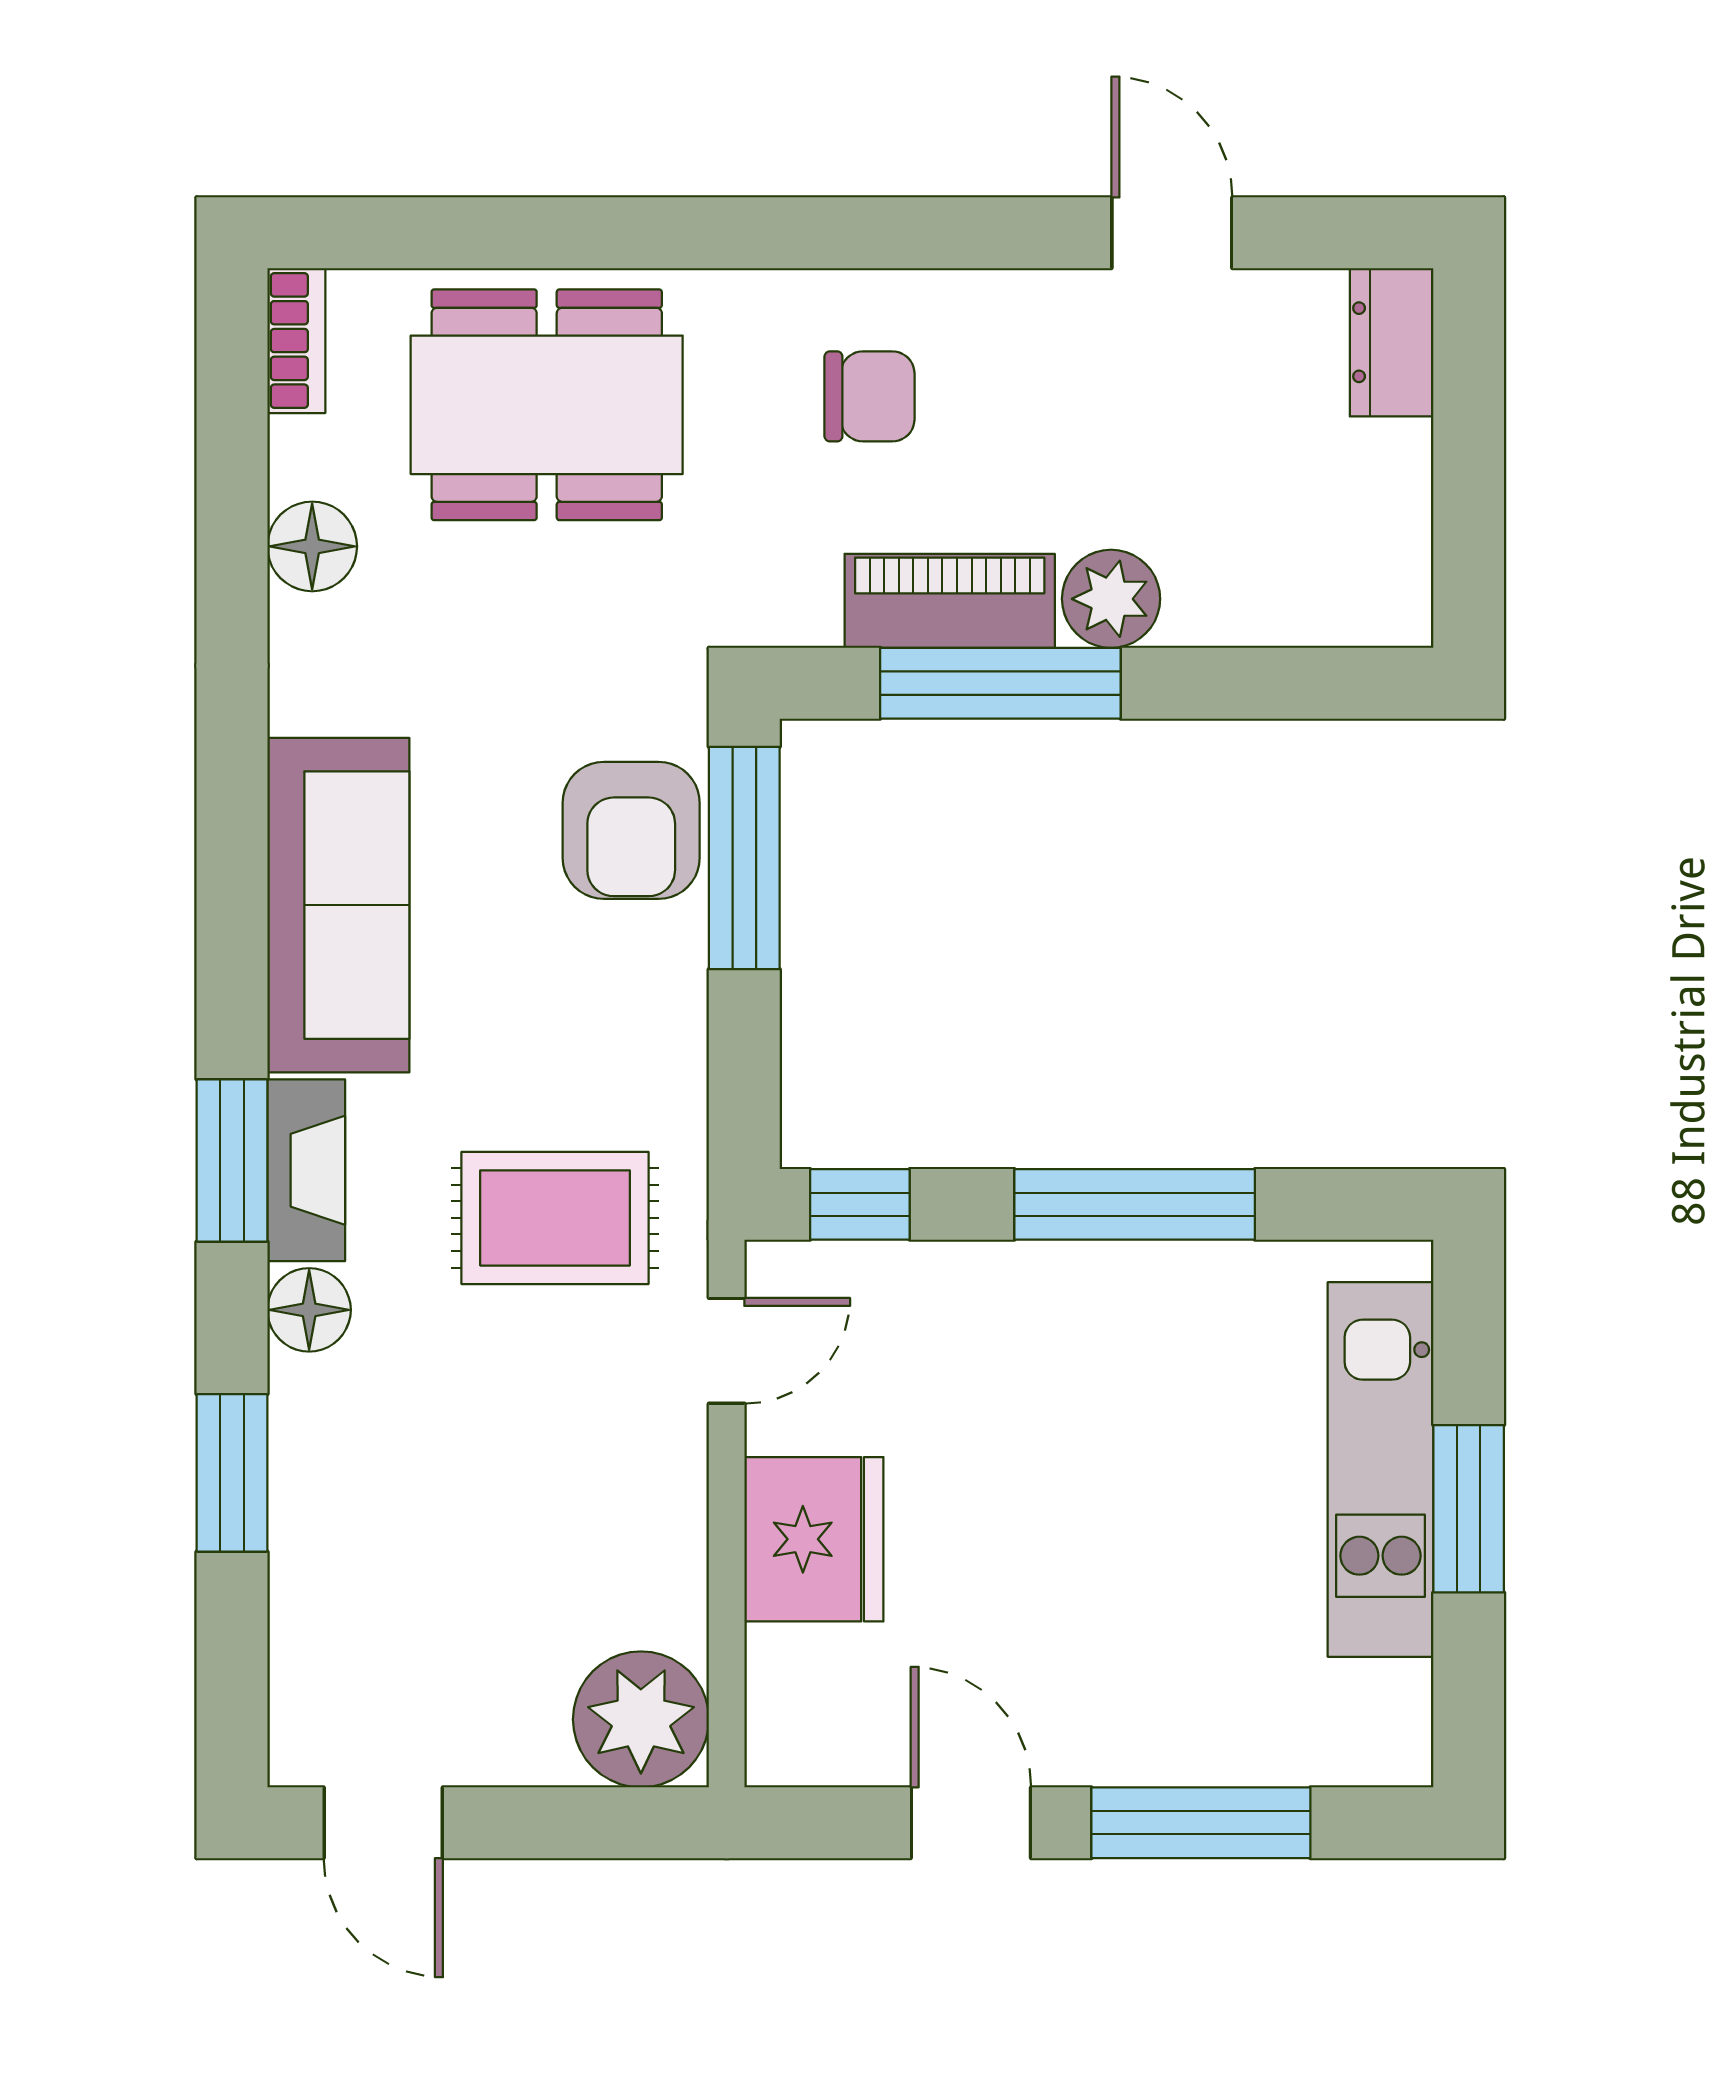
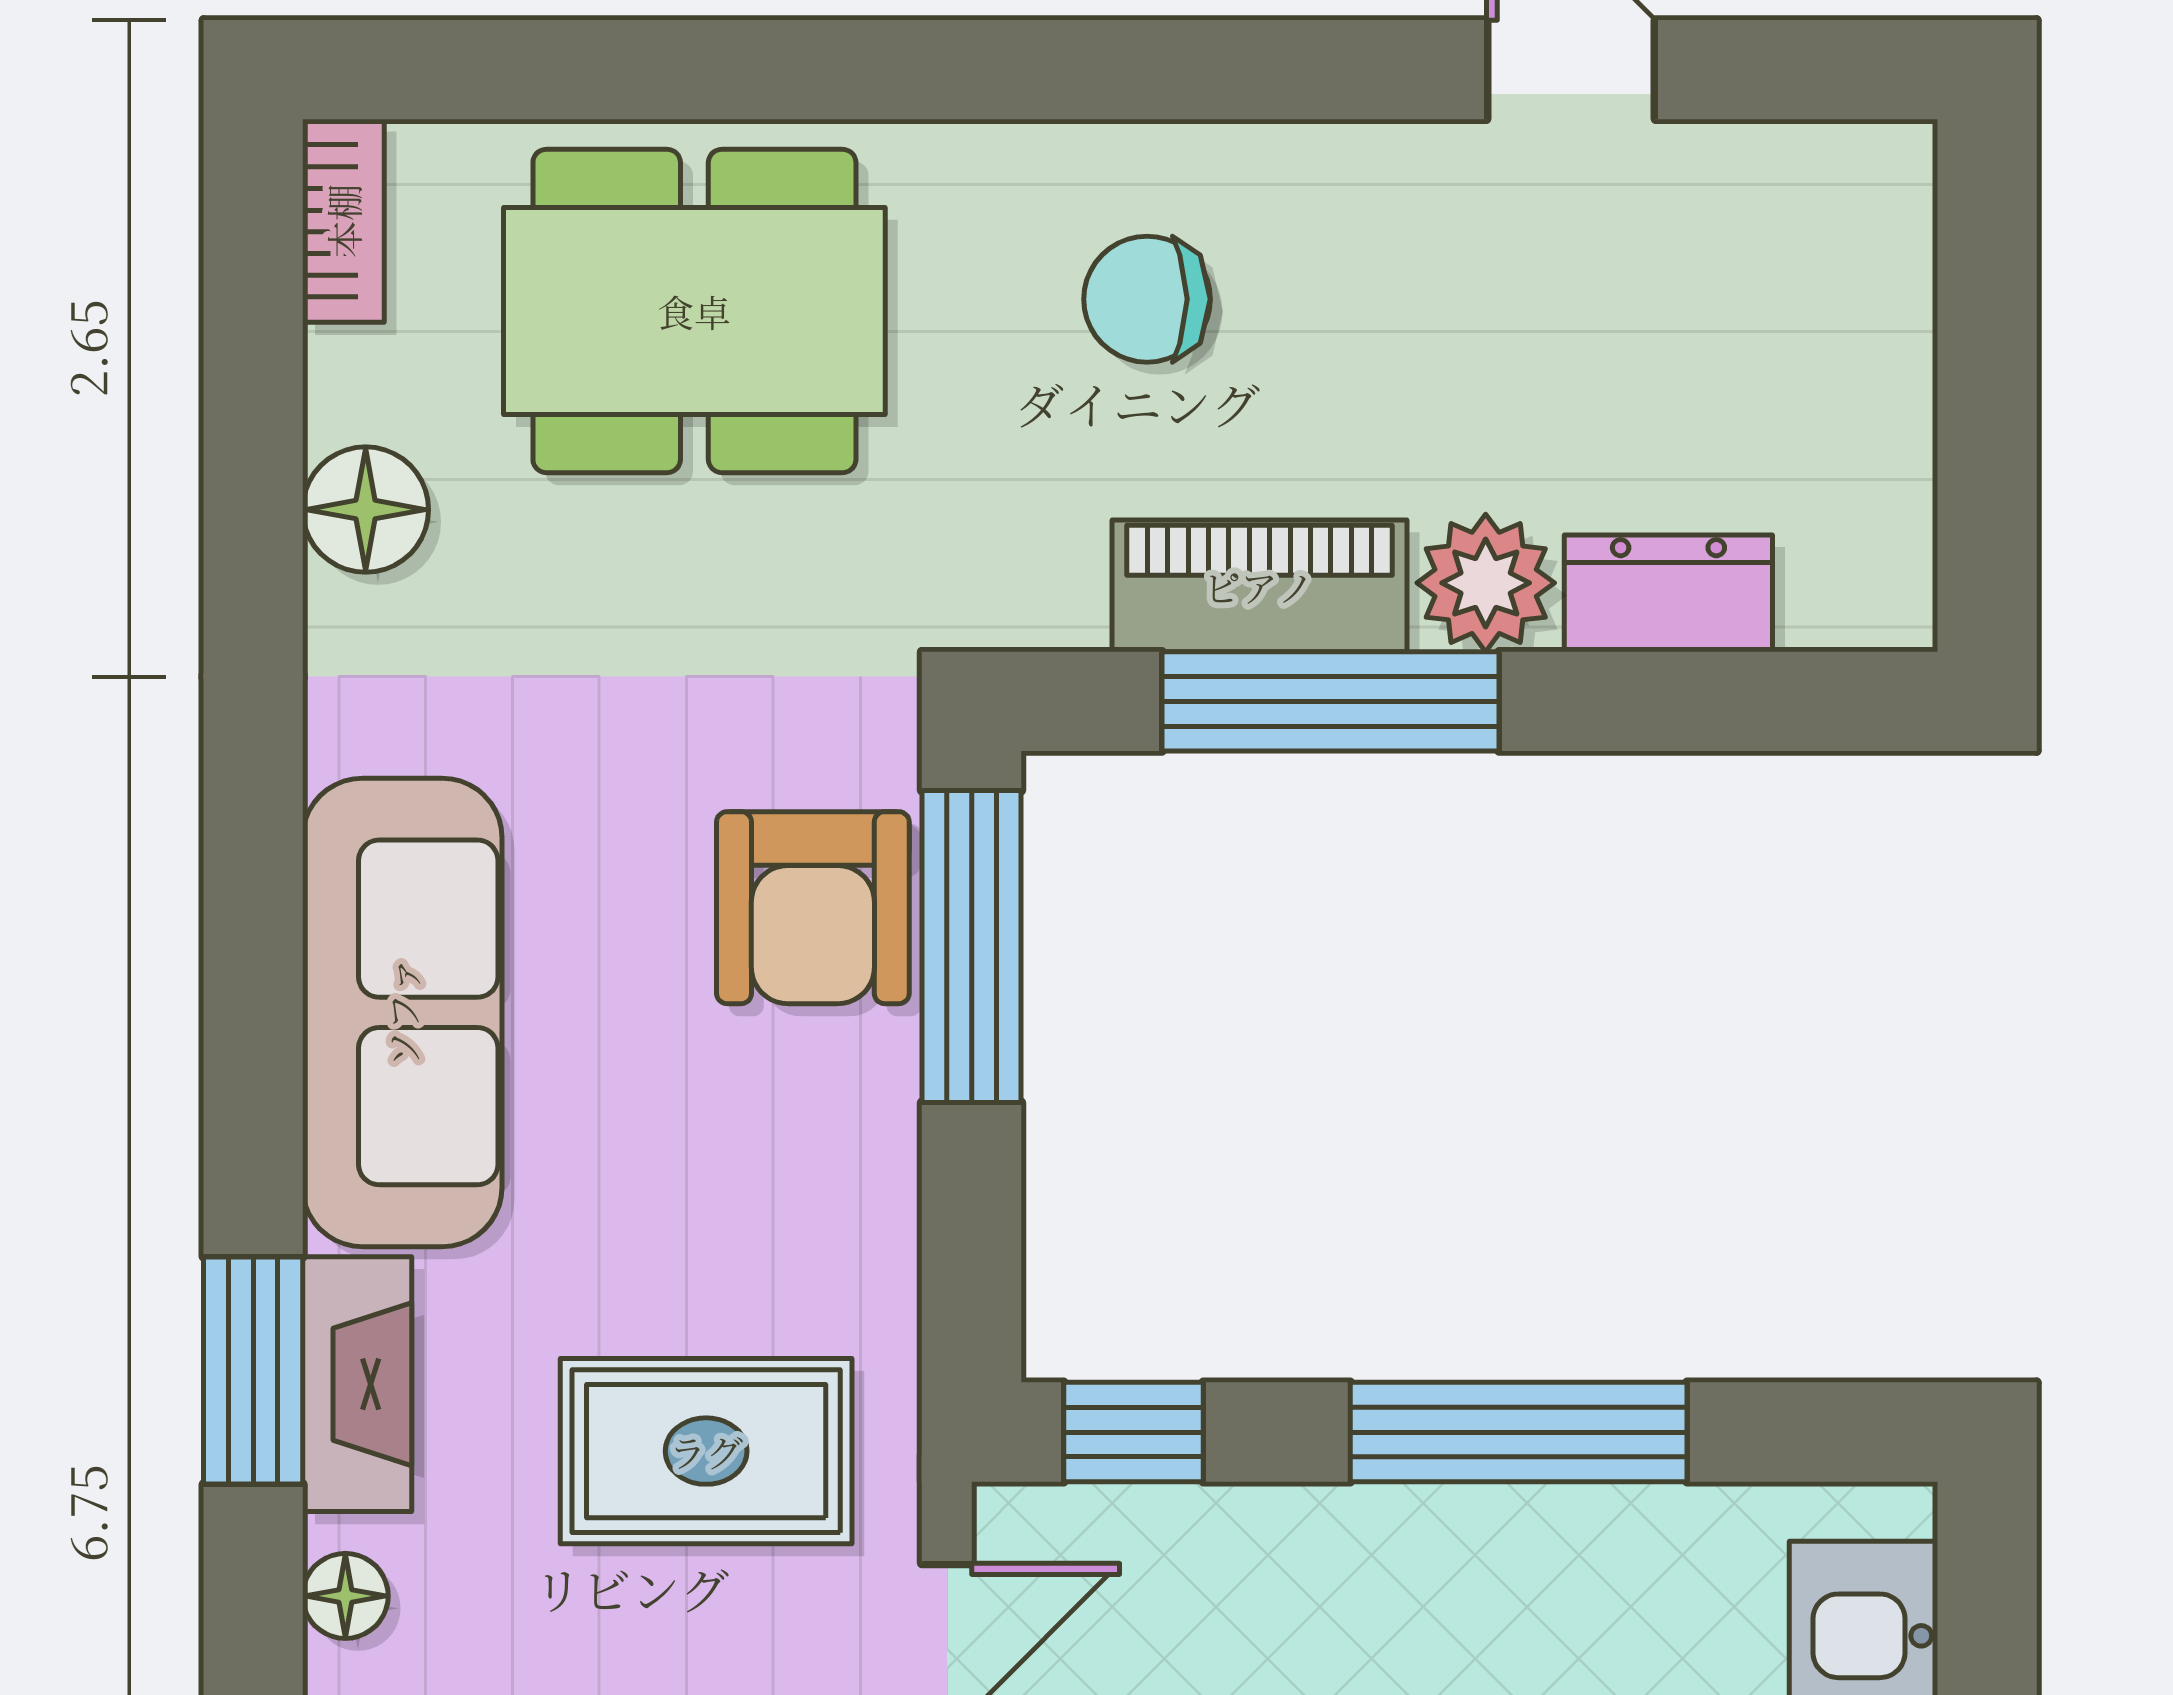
dresser: (1392, 342) -> (1668, 593), moved, turned 90
chair: (869, 396) -> (1147, 299), turned 180
floor lamp: (309, 1310) -> (345, 1596), width x0.73, depth x0.73

